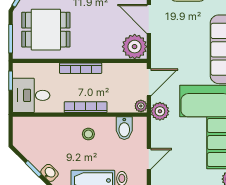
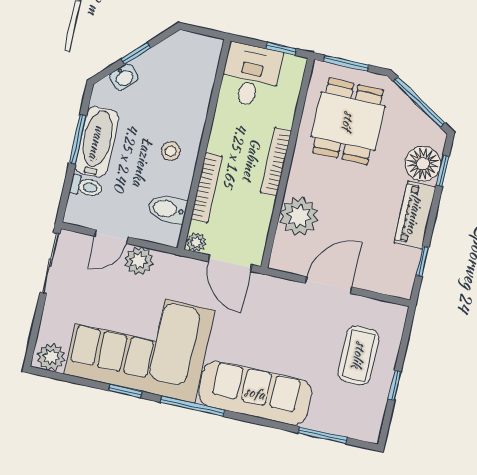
plant: (135, 47) -> (299, 216), moved
bookcase: (86, 107) -> (207, 188), moved
plant: (160, 111) -> (139, 261), moved
door: (149, 159) -> (111, 237), hinge flipped

